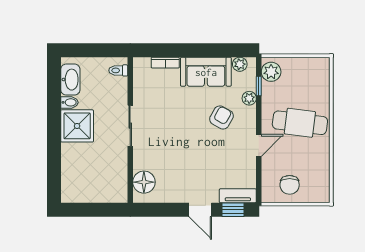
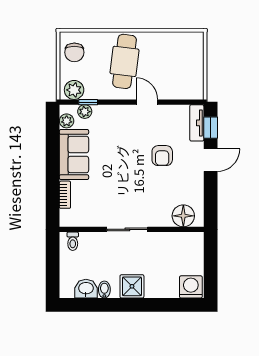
washbasin: (70, 80) -> (86, 289), width x0.72
plant: (249, 98) -> (85, 112), moved
armchair: (221, 117) -> (162, 156), moved, turned -119
shower: (77, 126) -> (132, 286), width x0.73, depth x0.73
chair: (290, 185) -> (74, 52), moved, turned 90
washing machine: (72, 190) -> (191, 287), added

